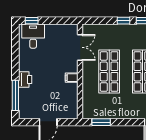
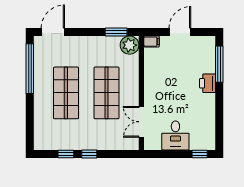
desk: (33, 36) -> (175, 135), moved
filing cabinet: (72, 78) -> (152, 42), moved
plant: (90, 111) -> (130, 45), added

